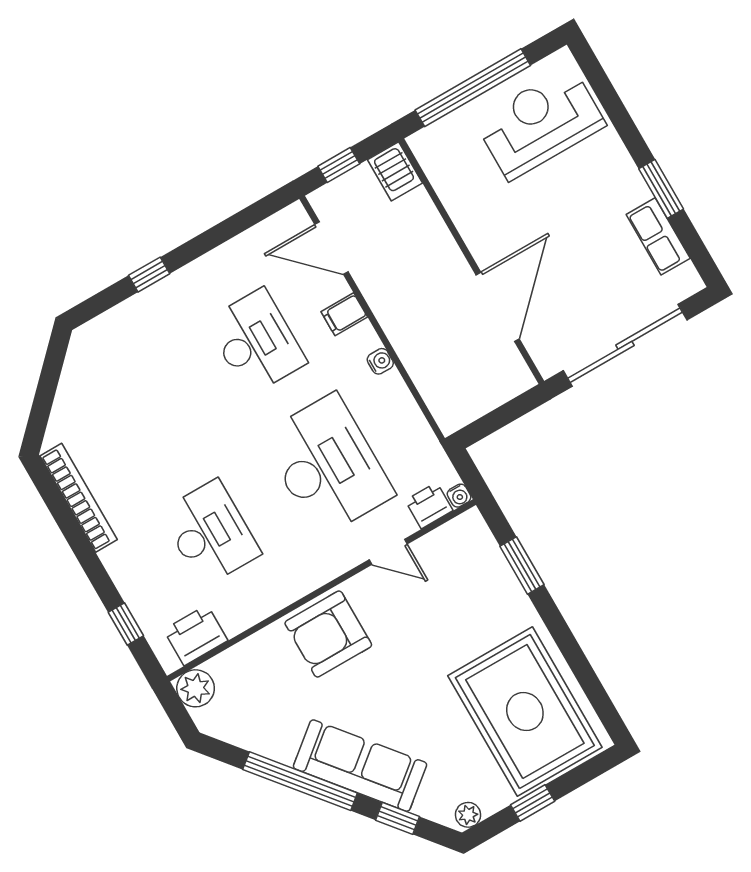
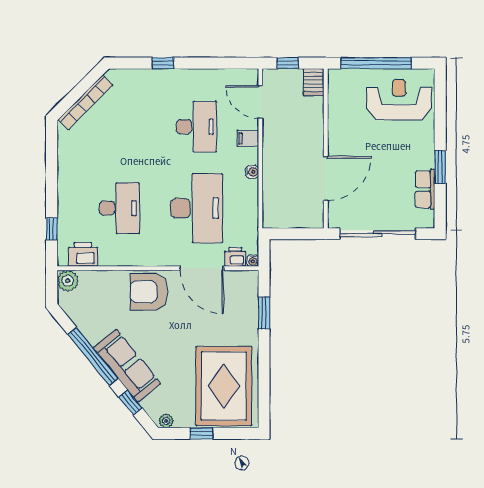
bookcase: (79, 498) -> (85, 102), moved, turned 45
door: (388, 552) -> (202, 268), width x1.88

